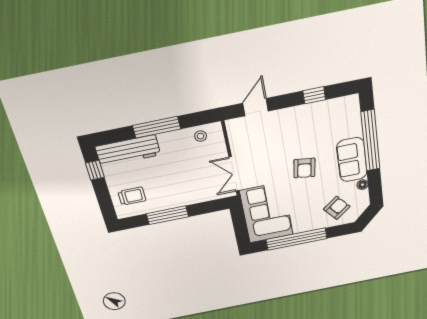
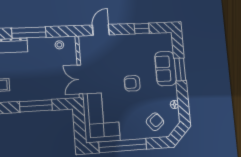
window: (370, 141) -> (180, 69), width x0.47
sofa: (352, 160) -> (166, 69), moved
armchair: (304, 168) -> (132, 83), turned 82
window: (167, 215) -> (36, 106), moved

